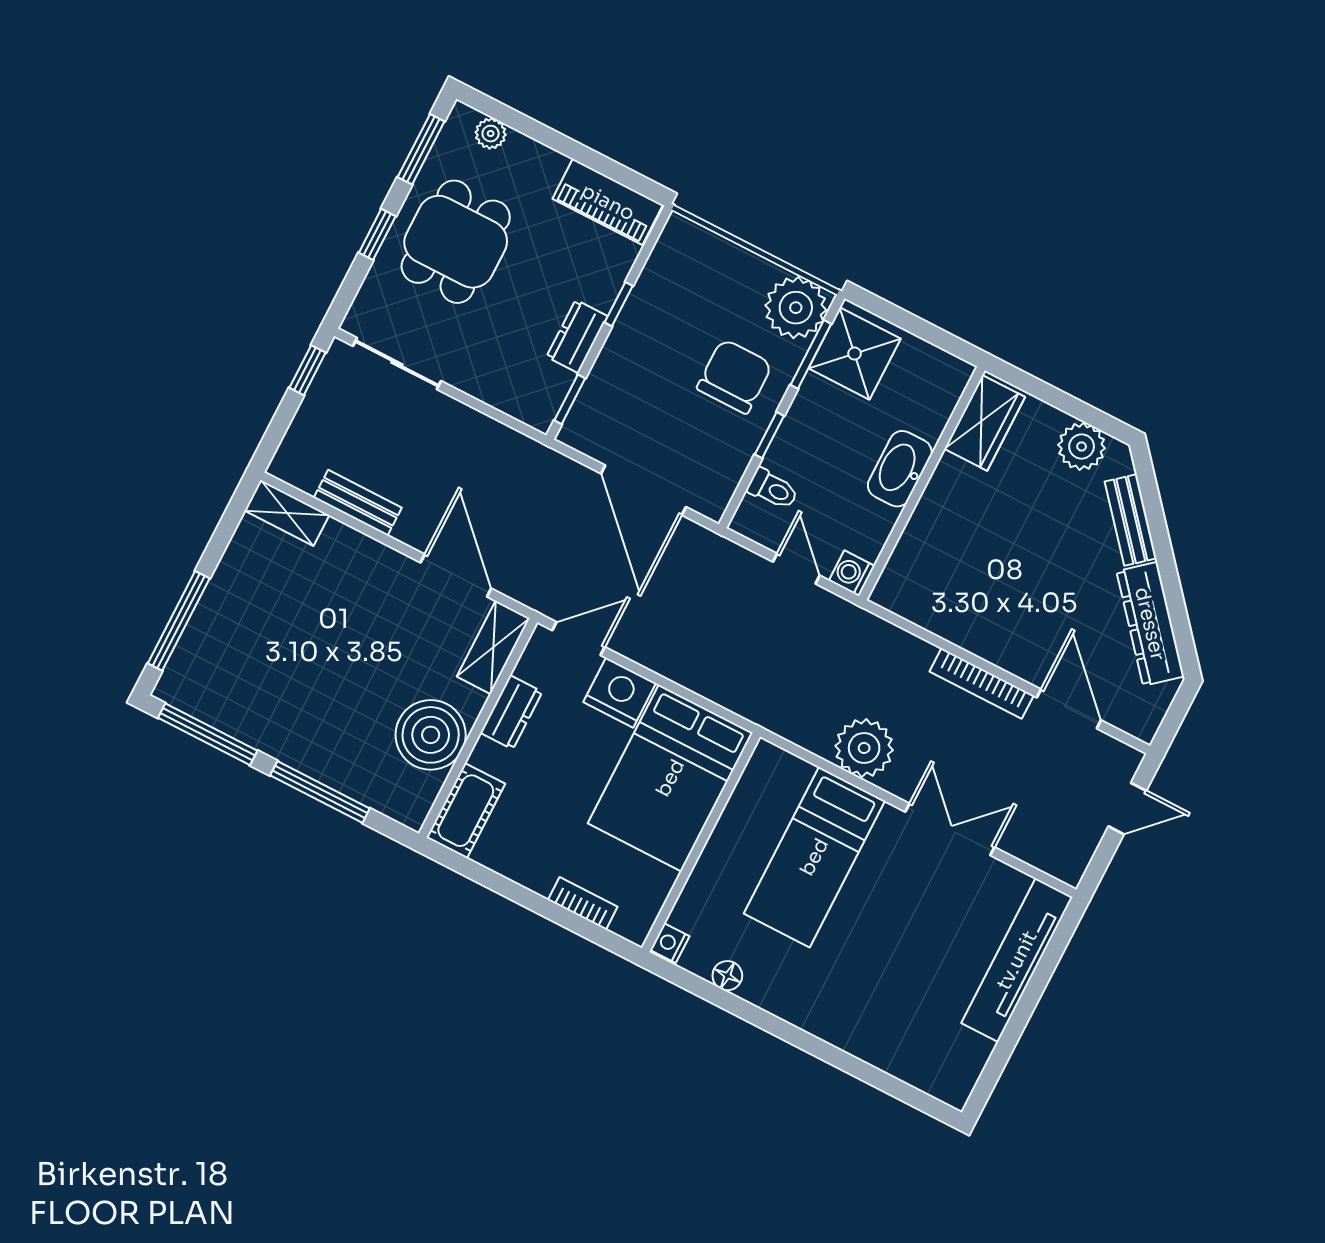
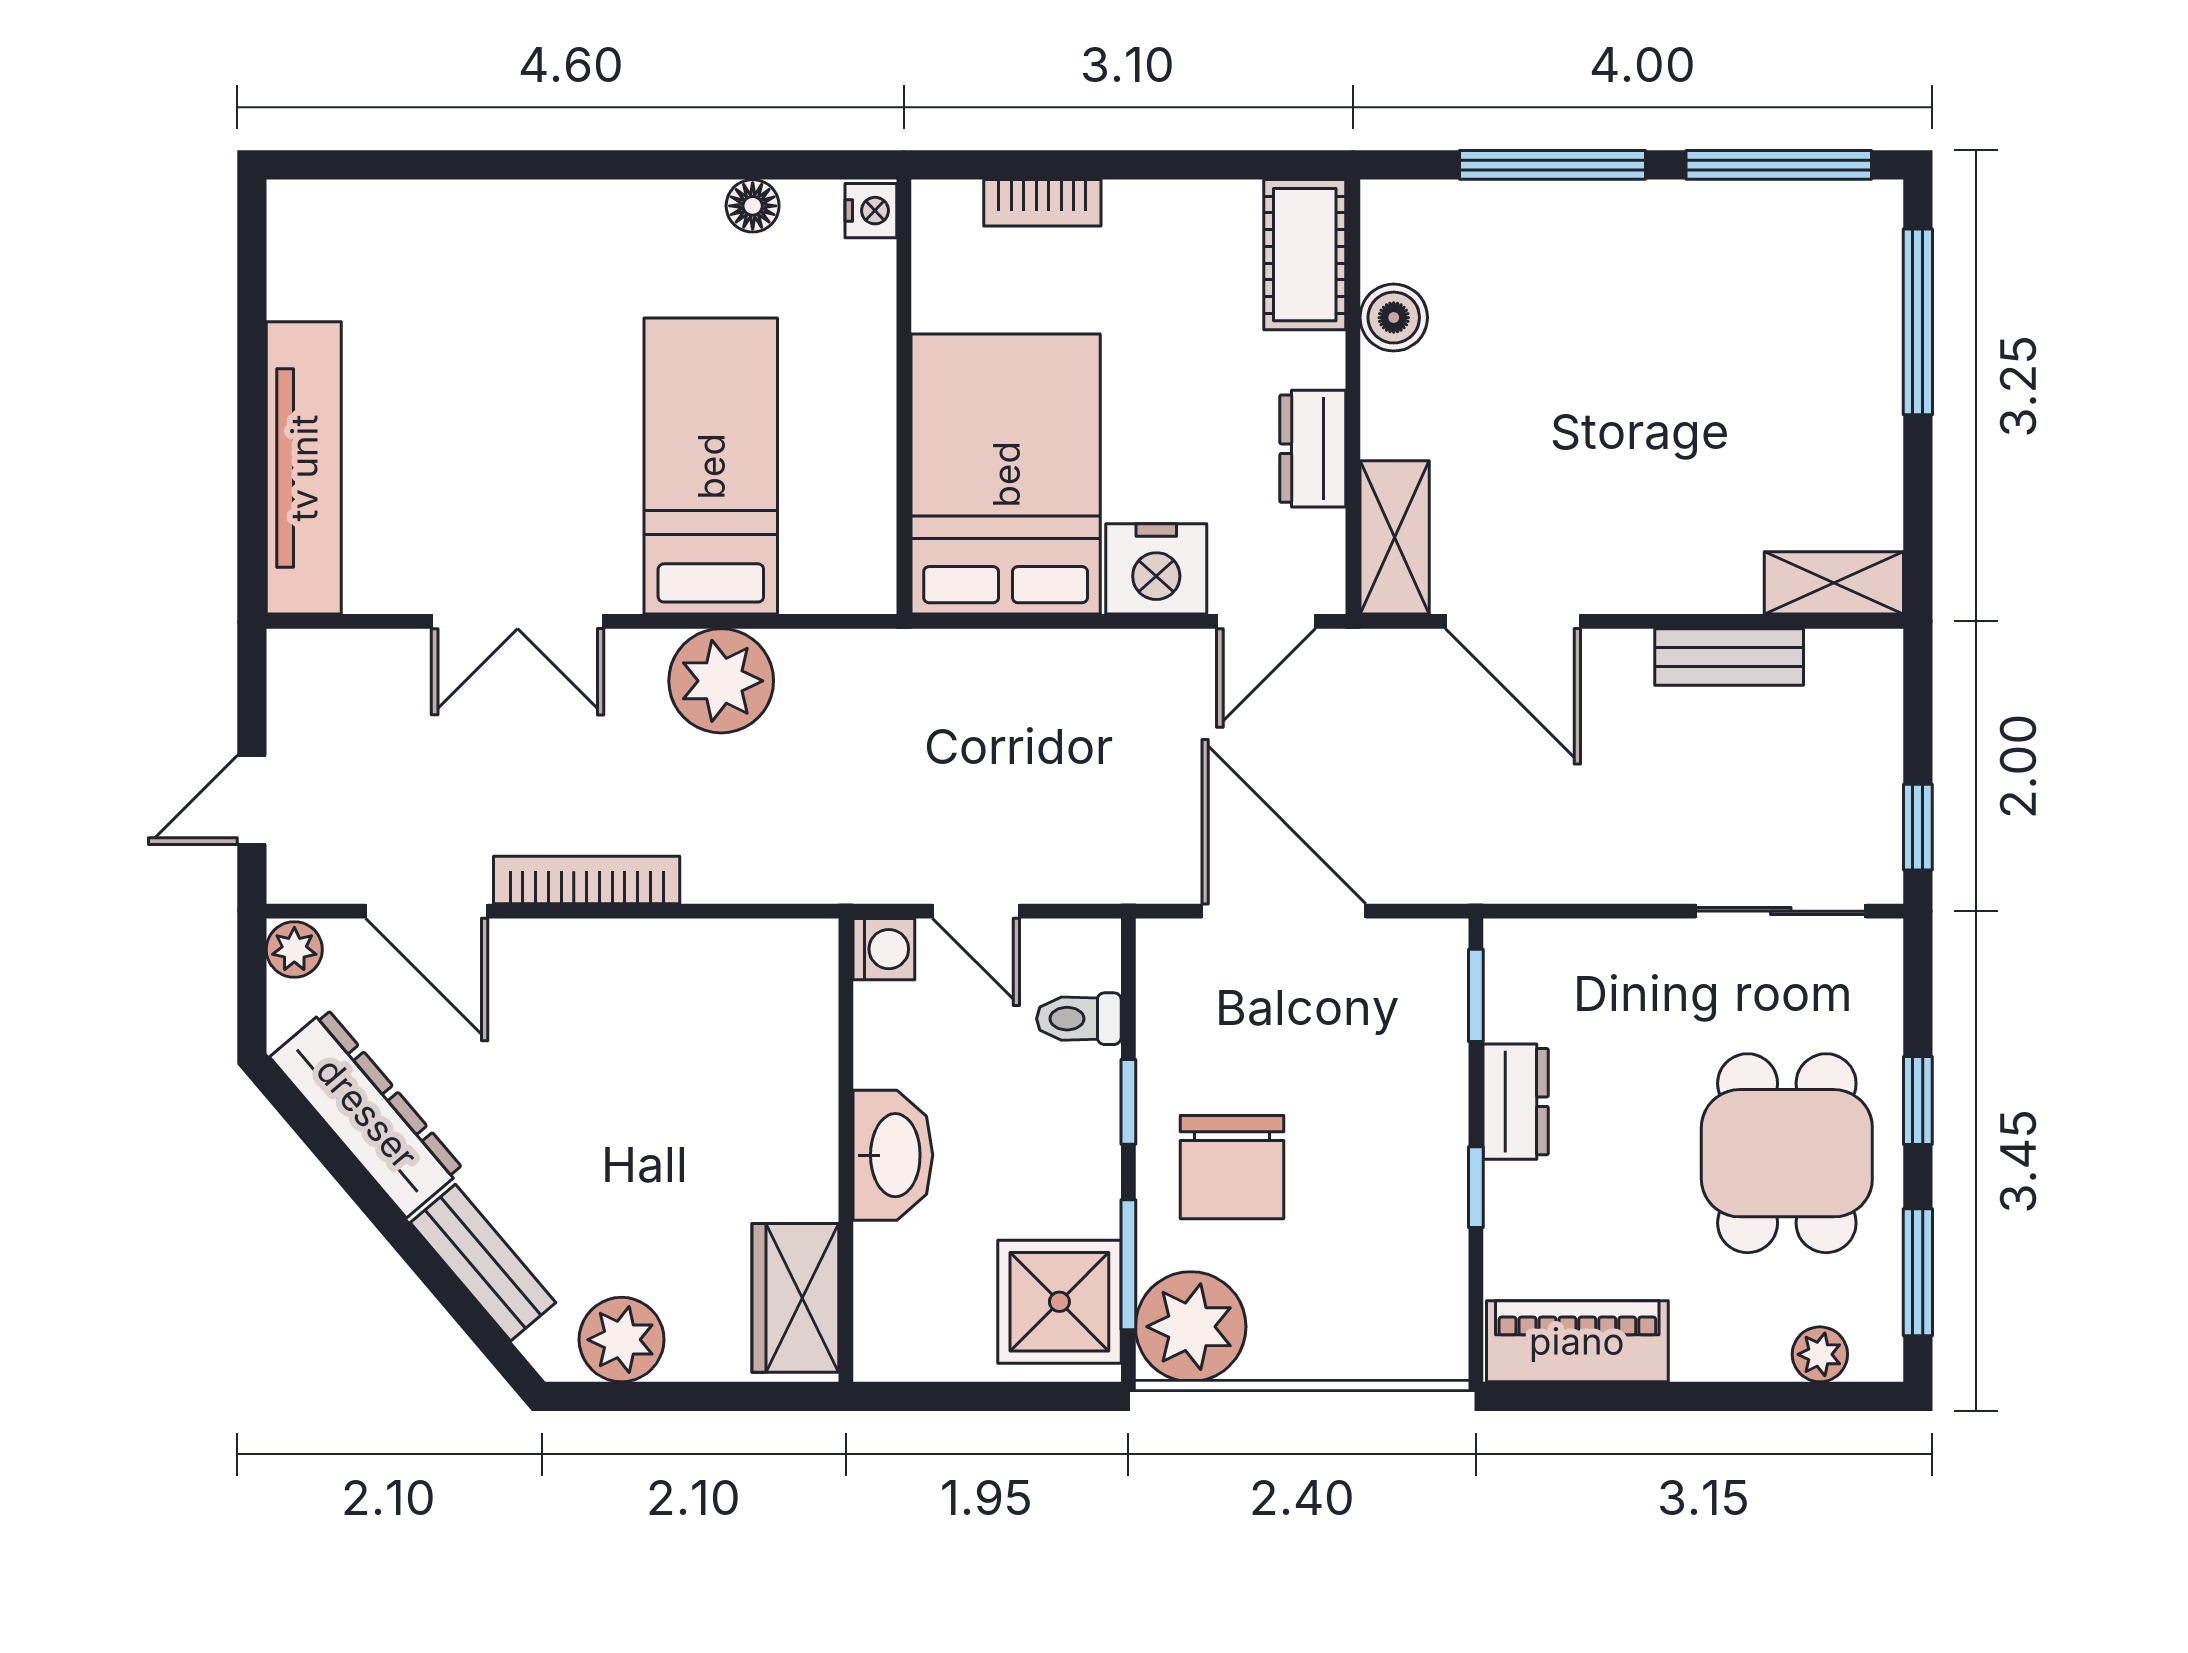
plant: (1144, 724) -> (294, 949), added
boiler: (431, 735) -> (1394, 318), width x0.54, depth x0.54

